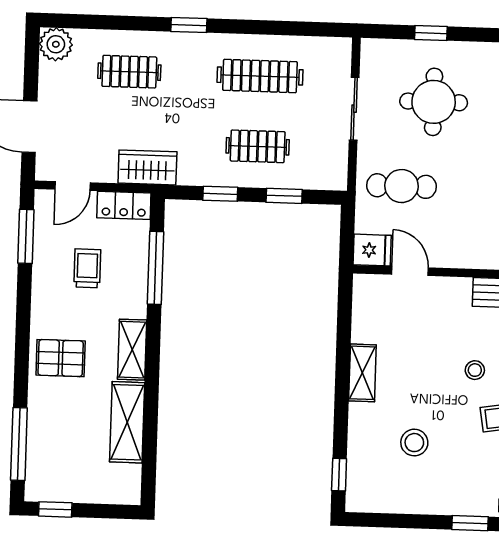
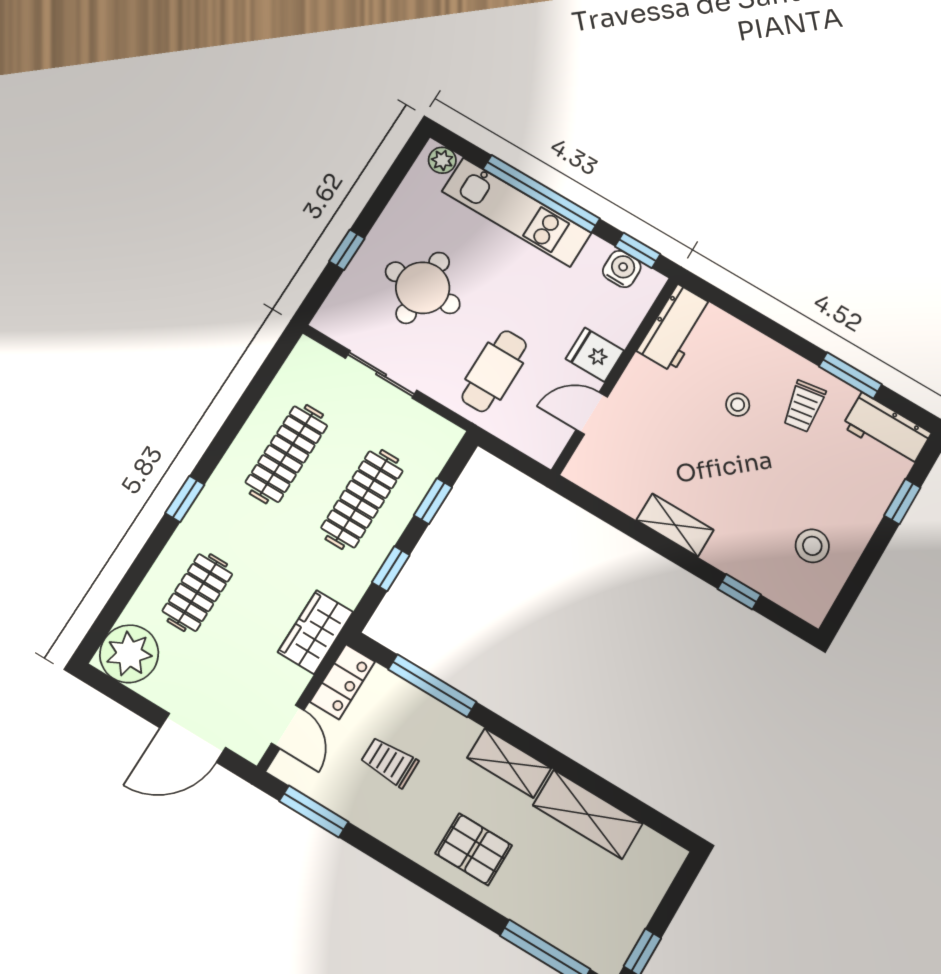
plant: (56, 44) -> (129, 654), width x1.36, depth x1.36
clothes rail: (258, 146) -> (362, 499), width x1.36
fridge: (372, 250) -> (595, 355), moved, turned -90
pallet: (61, 358) -> (474, 849), turned 90
stool: (414, 443) -> (812, 546), moved
window: (339, 475) -> (739, 592), moved

